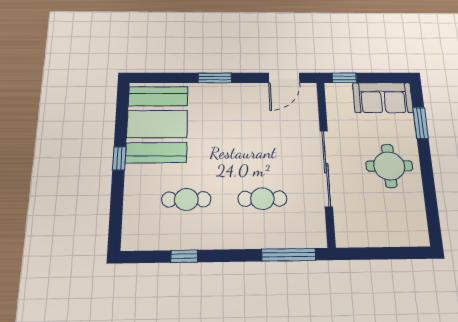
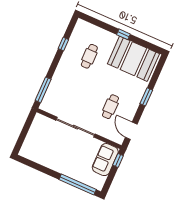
sofa: (383, 98) -> (105, 160), moved
window: (421, 123) -> (78, 185), width x2.11
round table: (389, 166) -> (63, 157), removed
cafe table: (262, 199) -> (110, 107), moved

